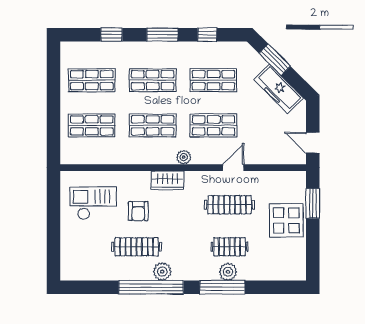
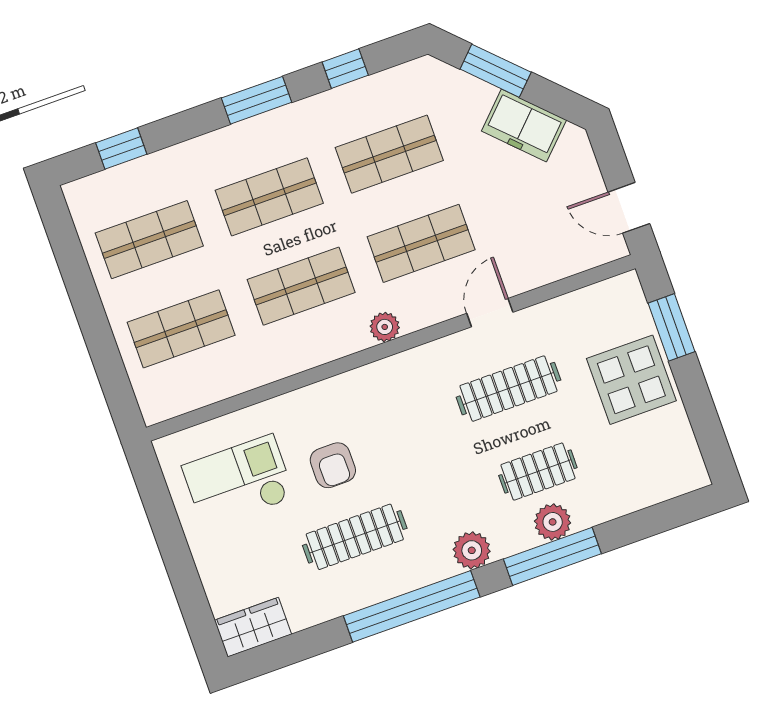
window: (111, 35) -> (121, 148), moved
freezer: (279, 89) -> (524, 125), width x0.71
wardrobe: (168, 180) -> (253, 627), moved, turned 180
plant: (162, 272) -> (472, 550), moved

